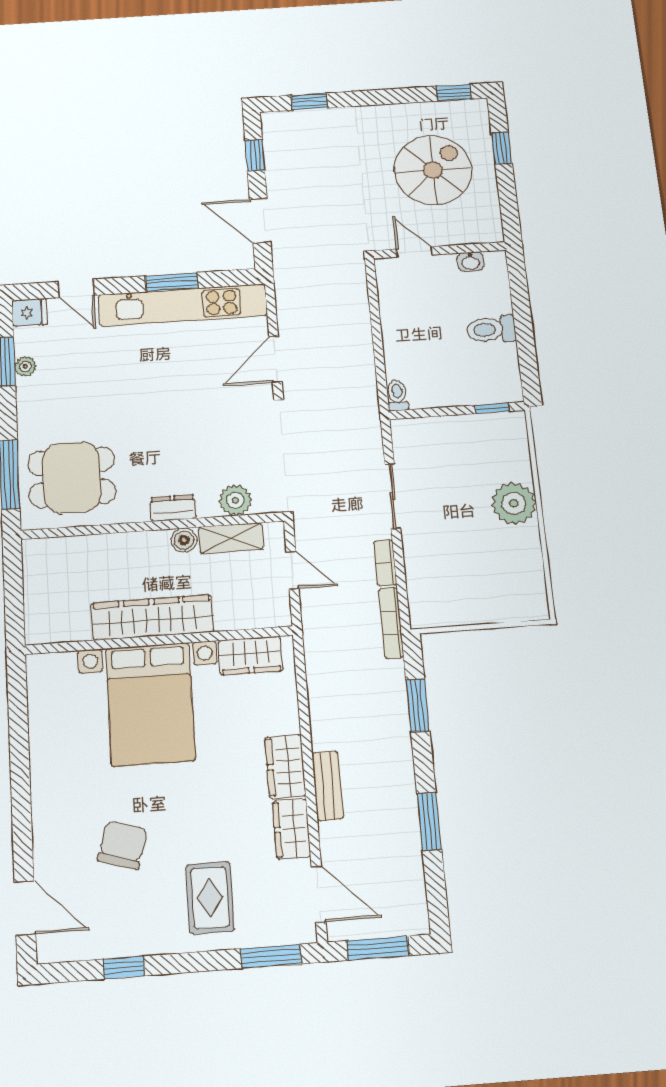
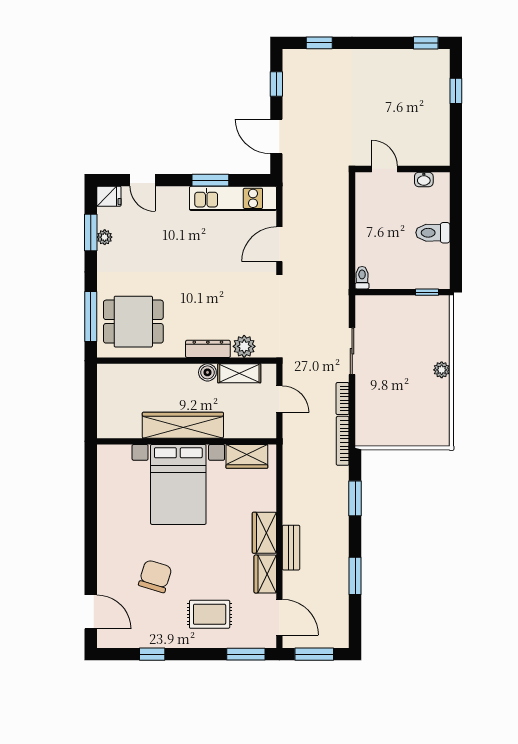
spiral stairs: (433, 170) -> (404, 105), removed
kitchen unit: (183, 305) -> (233, 198), width x0.73
plant: (514, 503) -> (442, 370), width x0.53, depth x0.53
dresser: (173, 508) -> (208, 349), width x1.44
rug: (210, 898) -> (210, 614), turned 90

